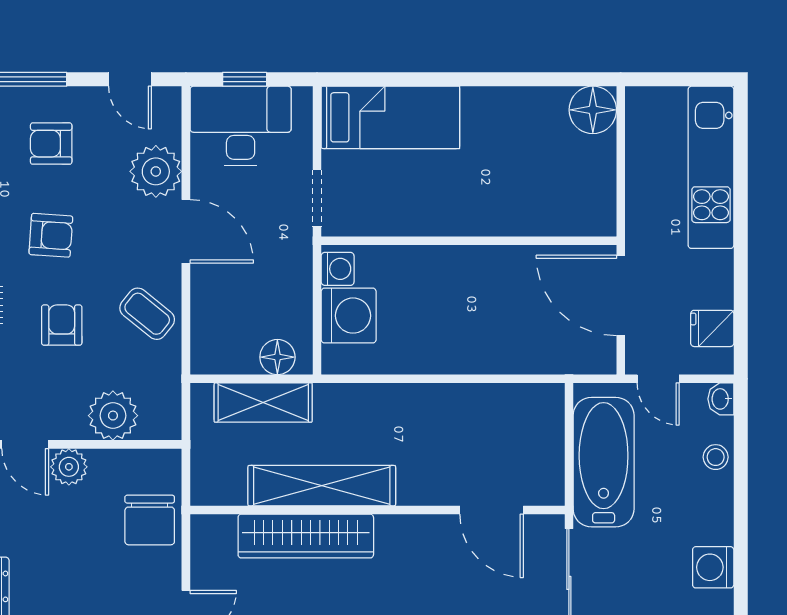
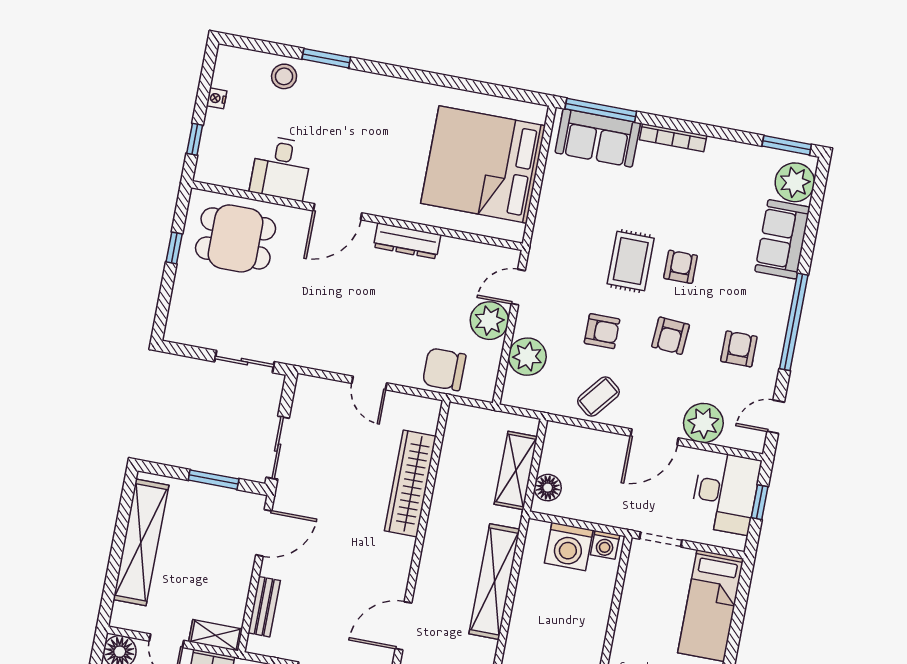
plant: (69, 467) -> (489, 321), width x1.36, depth x1.36
shelving: (322, 486) -> (494, 582), moved

